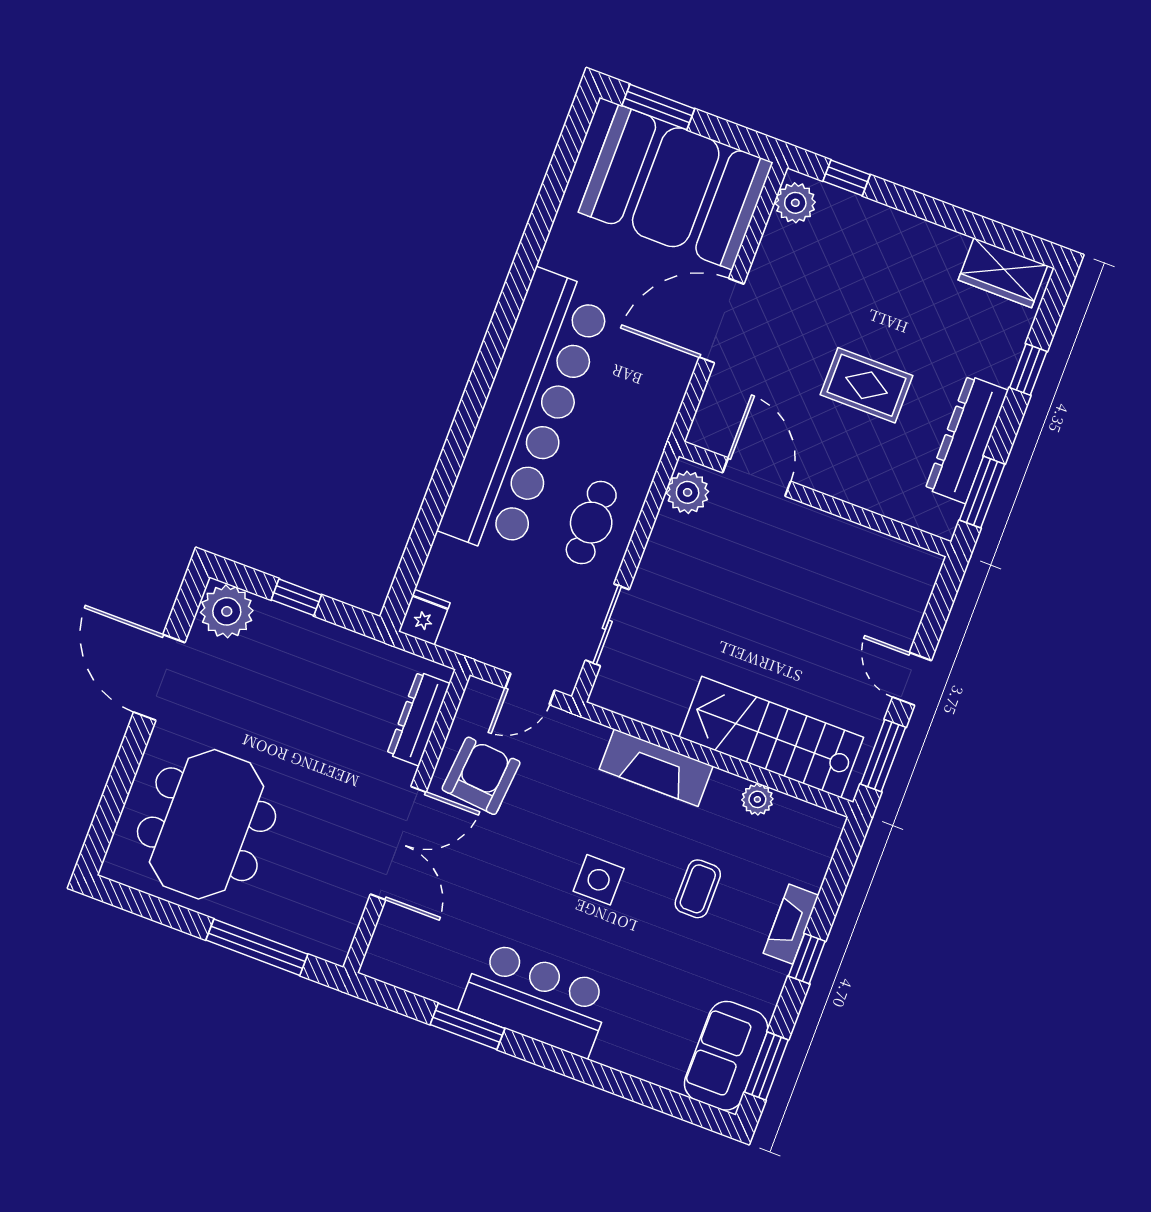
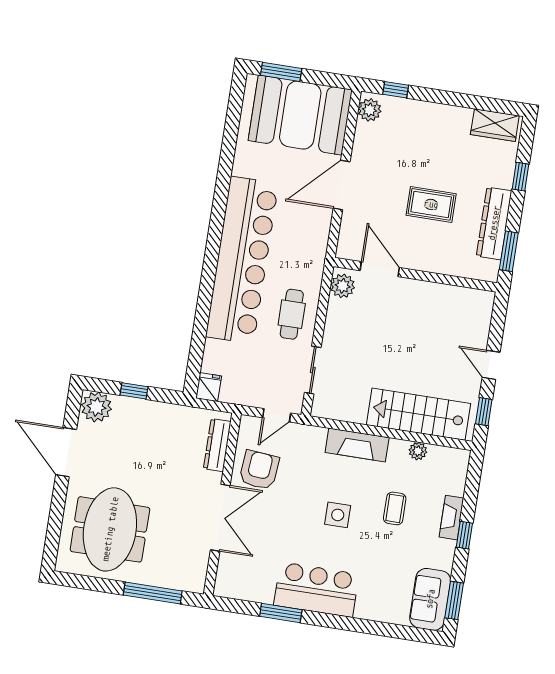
window: (883, 756) -> (484, 412), width x0.67

